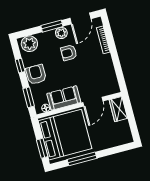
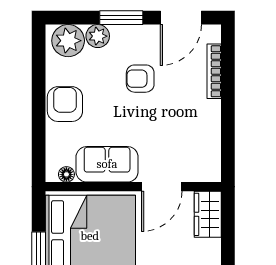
plant: (61, 33) -> (98, 36), moved
window: (20, 66) -> (39, 78), removed
window: (29, 97) -> (39, 145), removed

